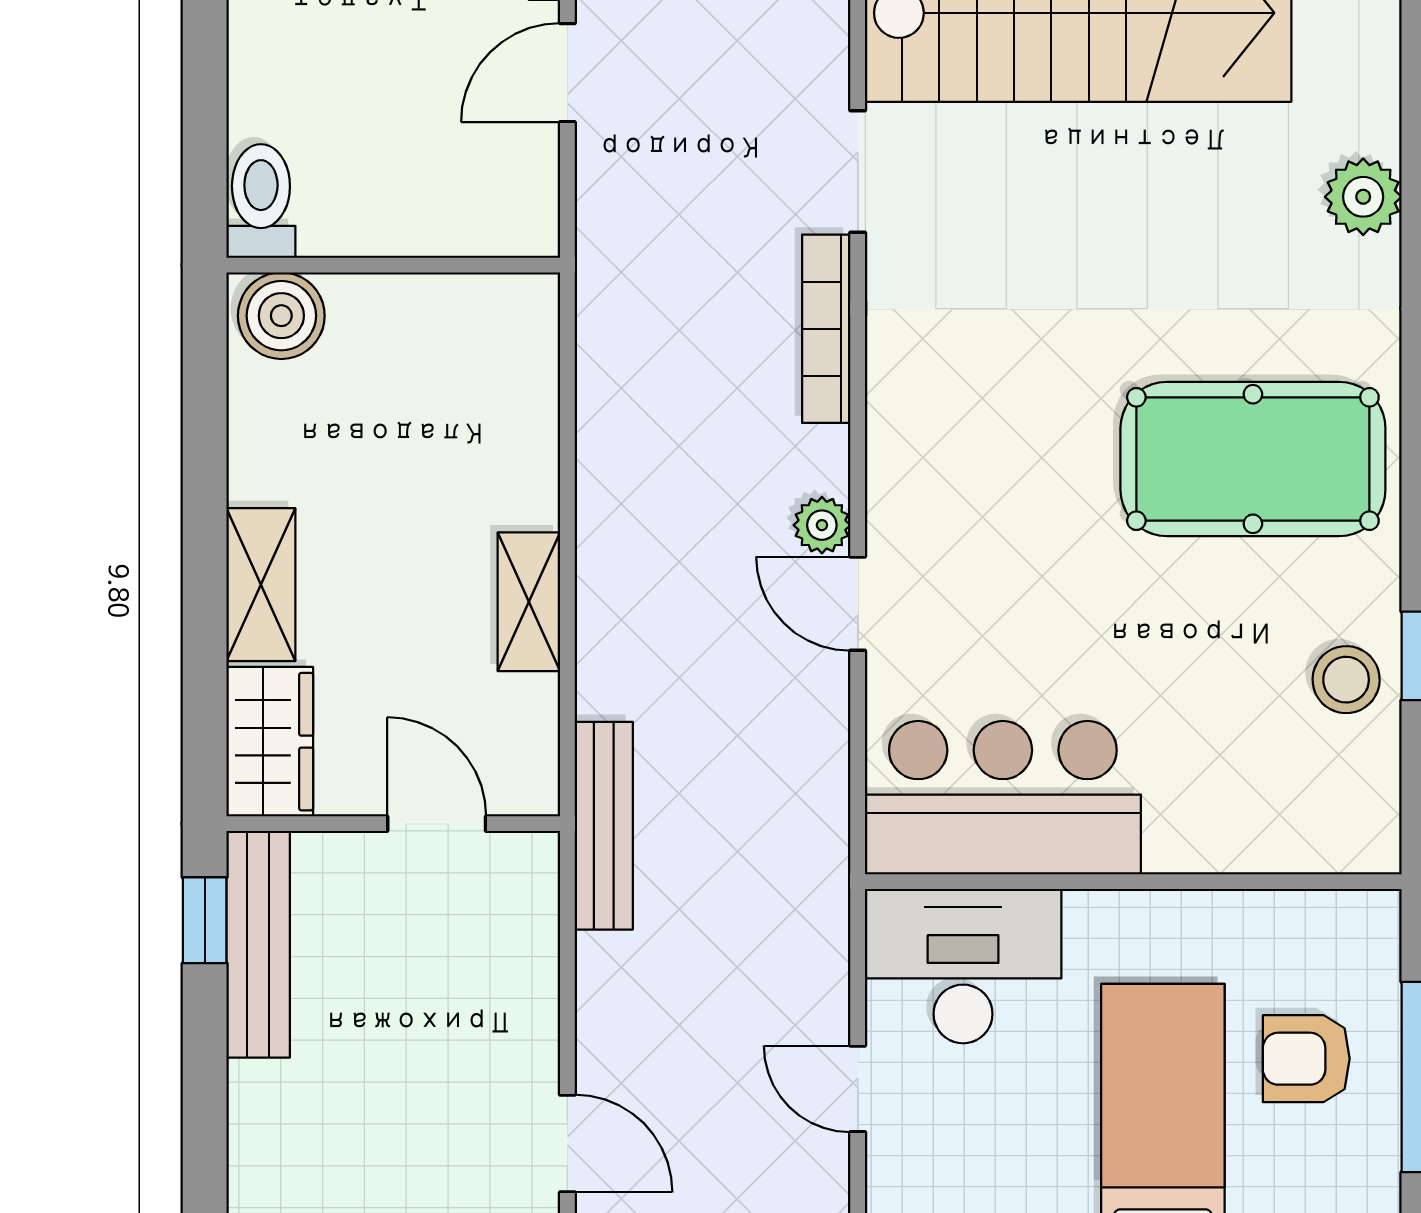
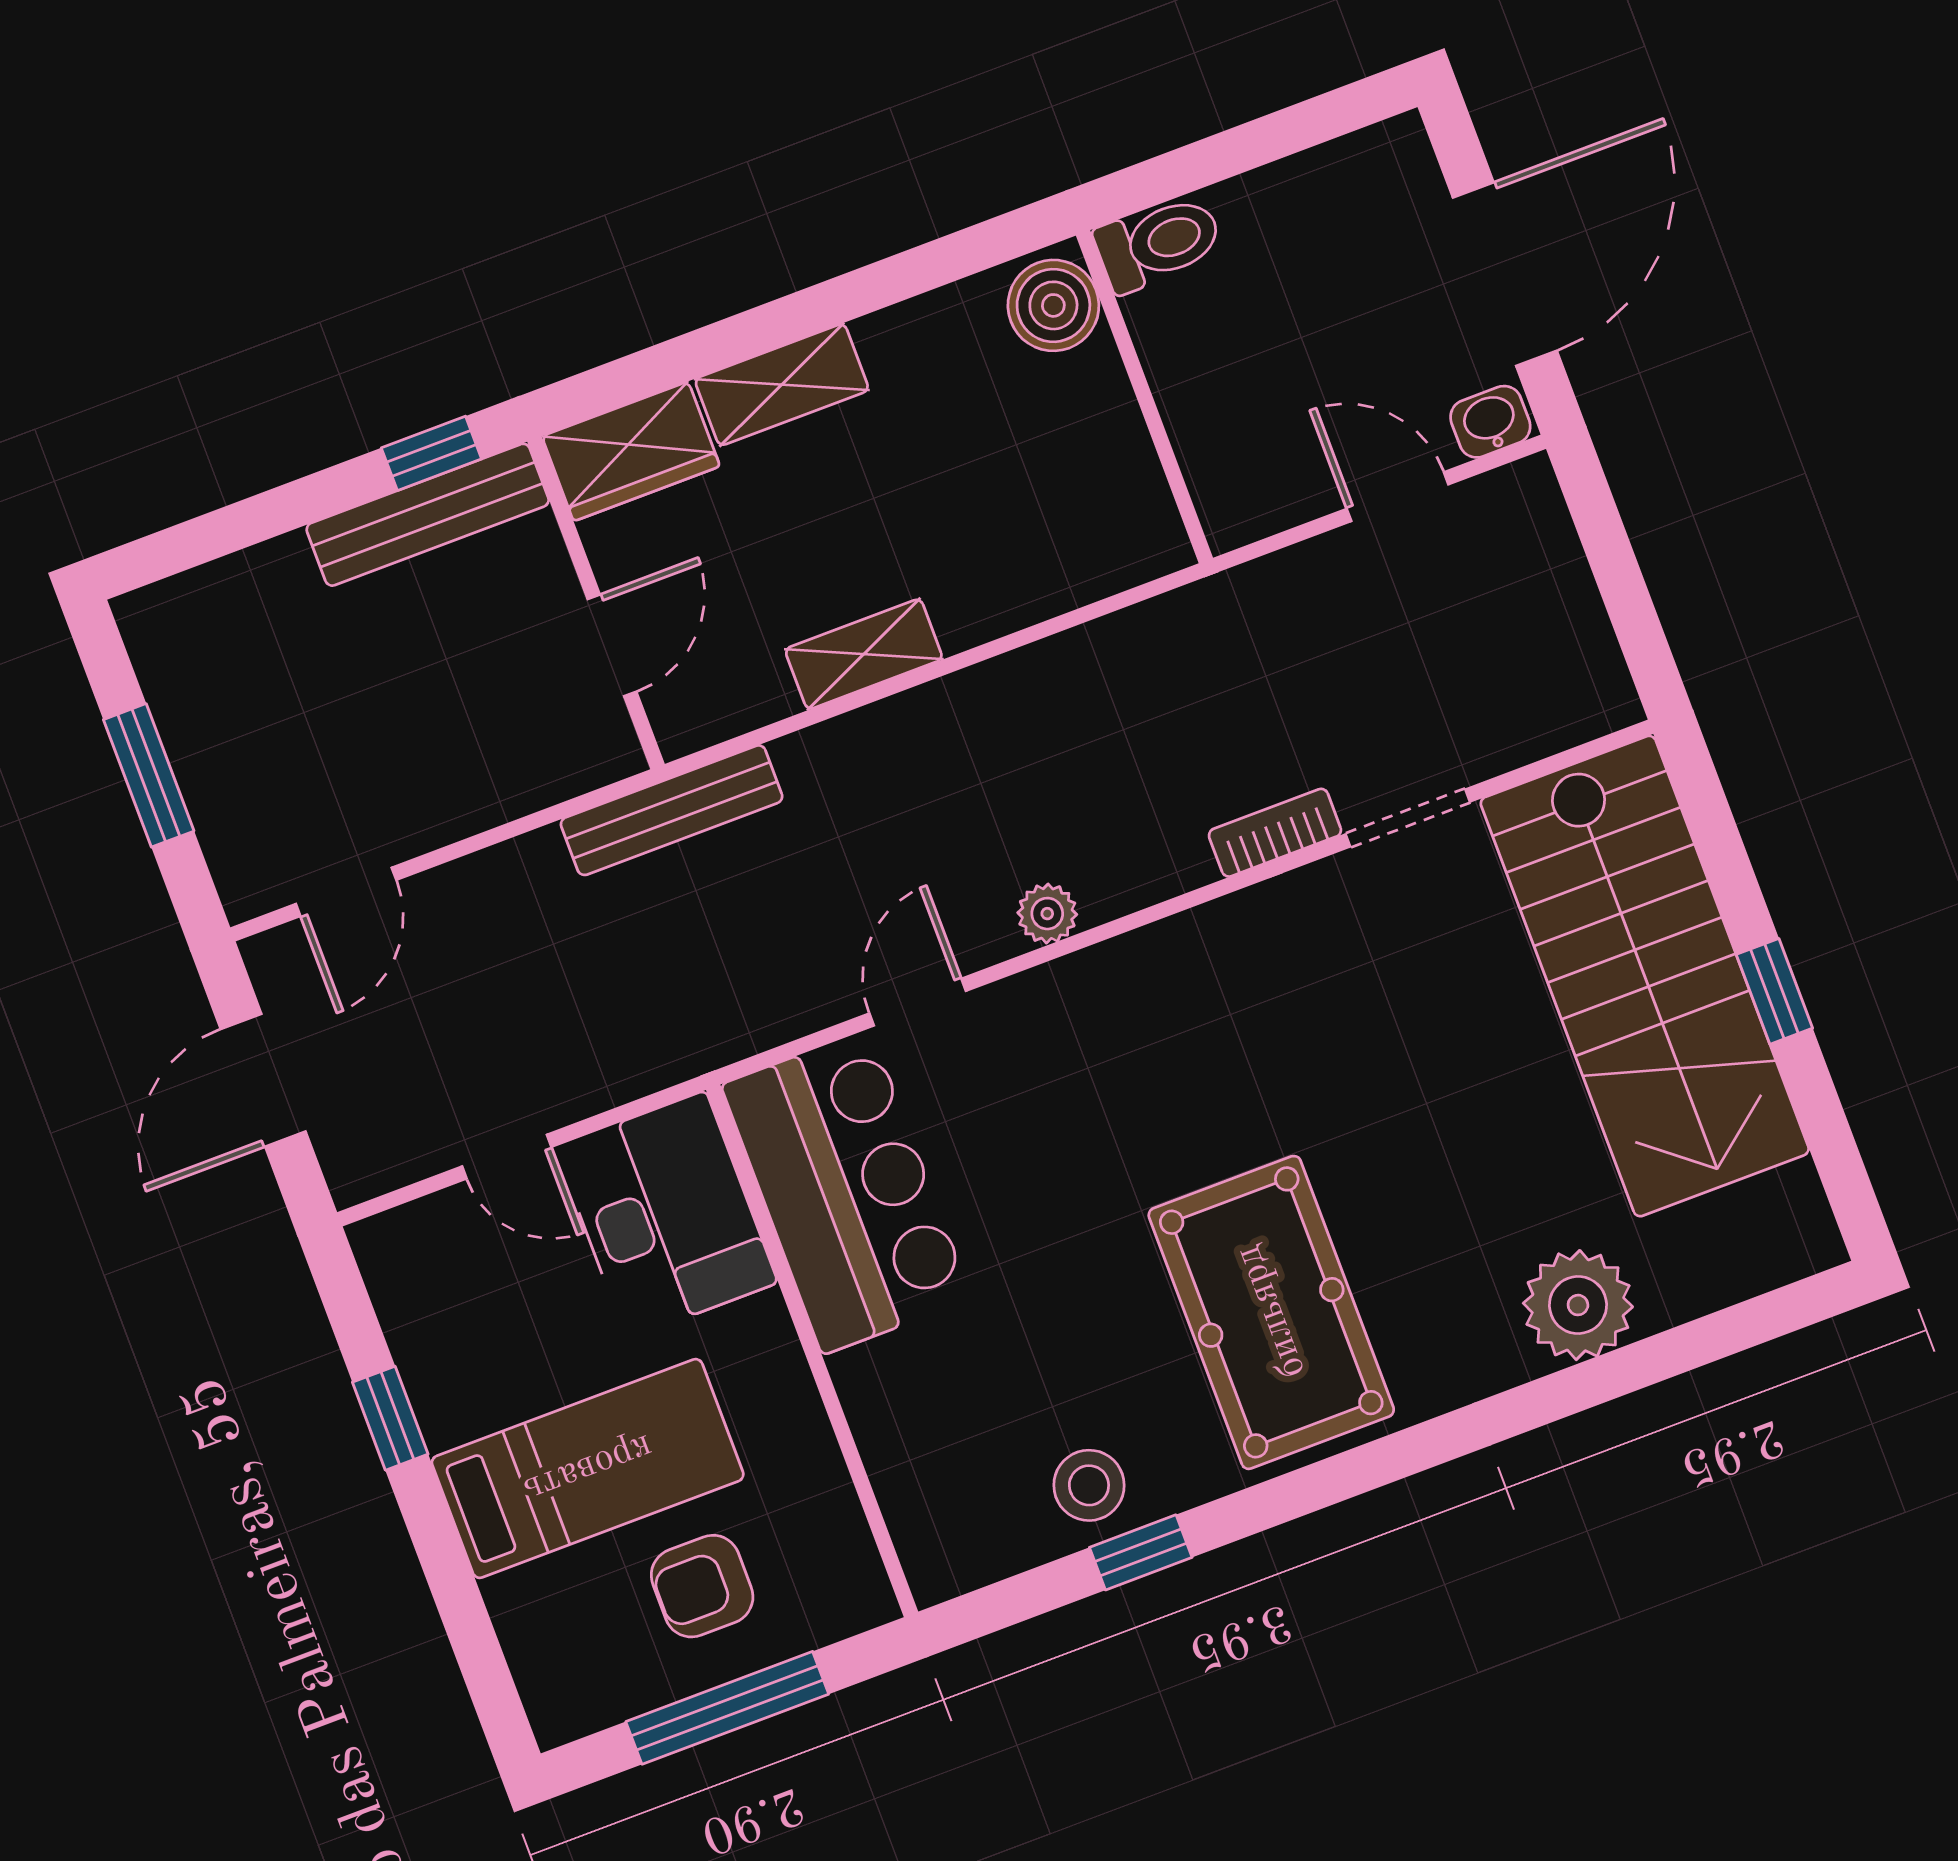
plant: (1363, 197) -> (1578, 1305), width x1.36, depth x1.36
bookcase: (826, 329) -> (1275, 833), width x0.64
door: (858, 604) -> (918, 1002), moved
armchair: (1306, 1059) -> (702, 1586), turned -90
door: (858, 1089) -> (507, 1157), swing flipped

